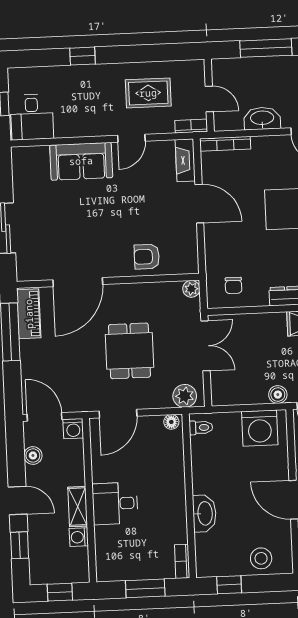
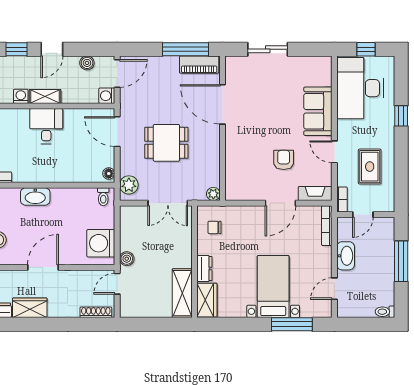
desk: (32, 117) -> (360, 88), width x1.87, depth x1.30
armchair: (147, 257) -> (284, 160), moved

